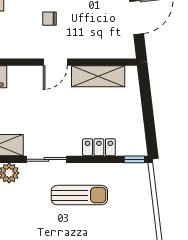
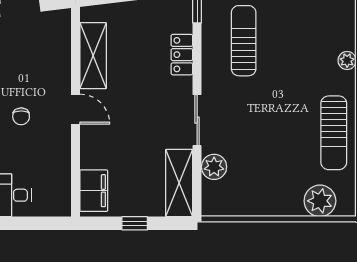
sun lounger: (79, 195) -> (244, 41), moved

